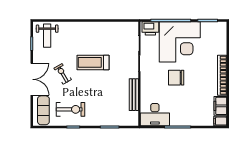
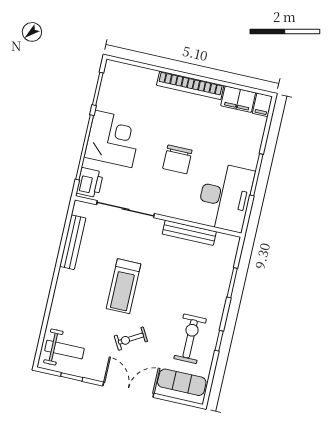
bench: (112, 26) -> (73, 242), added
corner desk: (180, 42) -> (113, 139), width x0.74, depth x0.74
desk: (155, 115) -> (225, 197), width x1.36, depth x1.30

